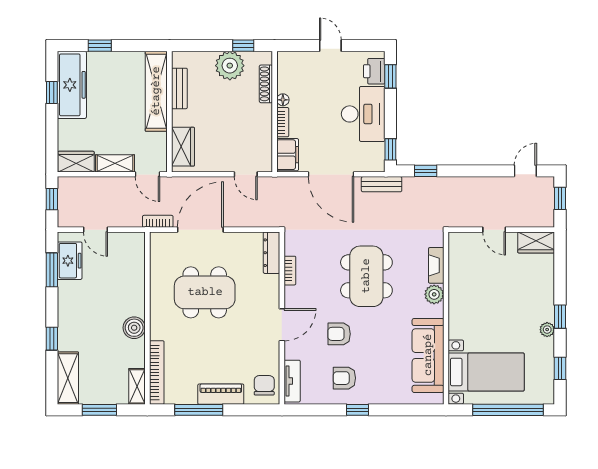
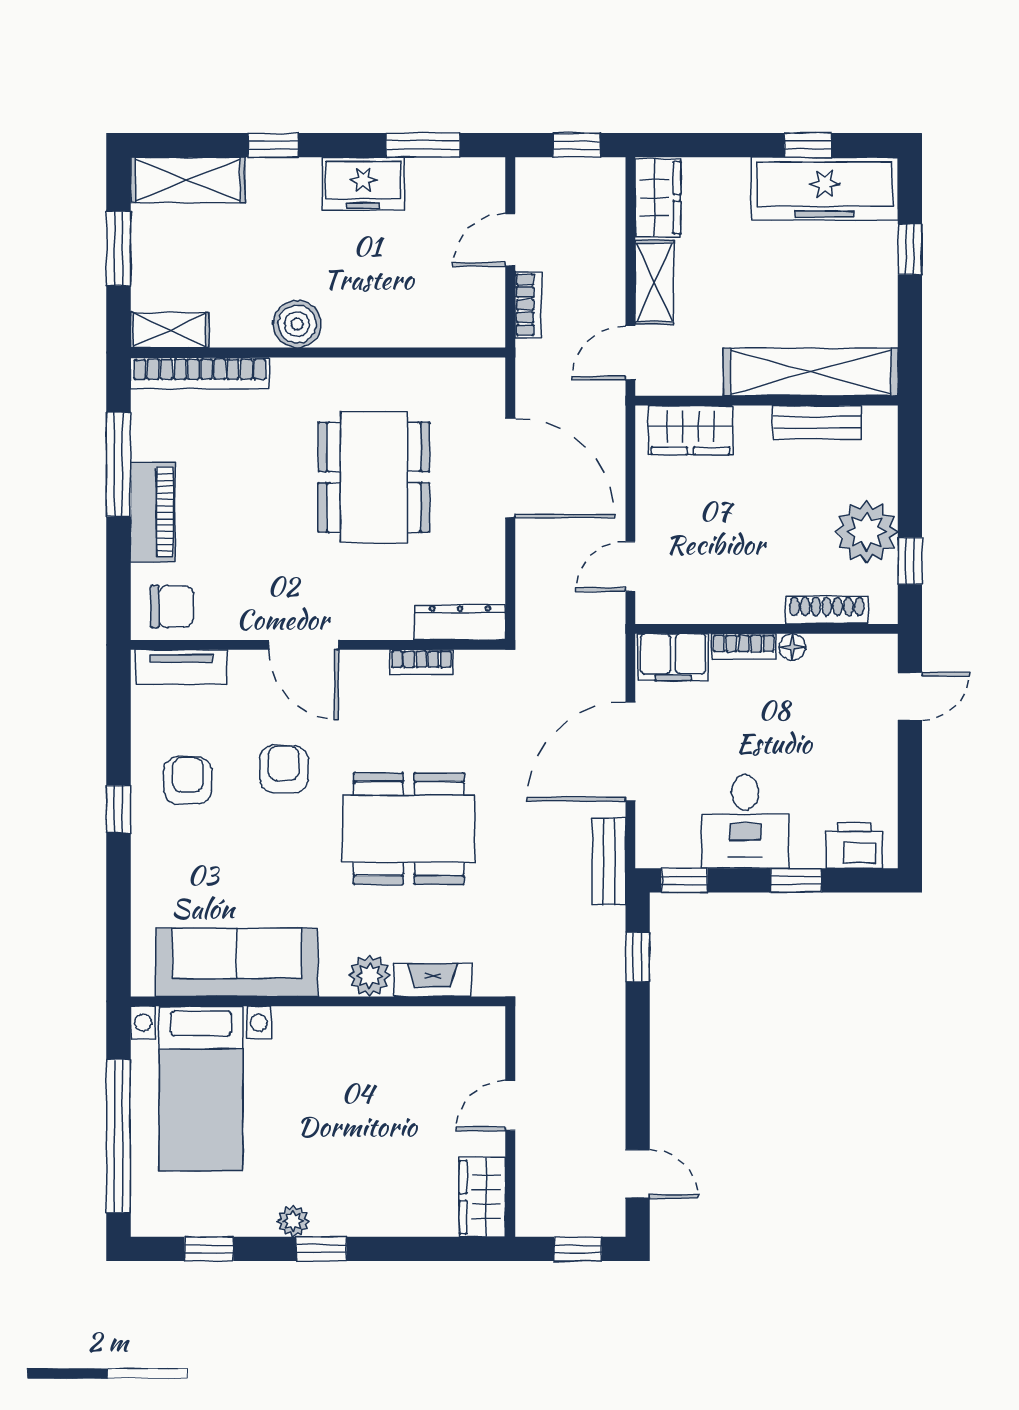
door: (330, 46) -> (910, 696), moved
window: (390, 76) -> (796, 880), moved
desk: (363, 114) -> (745, 821), width x0.73
bookcase: (158, 221) -> (528, 305), moved
freezer: (70, 261) -> (363, 184), moved

